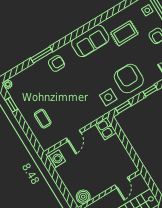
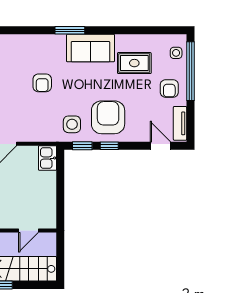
window: (42, 55) -> (70, 30), moved
armchair: (56, 63) -> (42, 83), moved, turned 90
window: (150, 91) -> (109, 146), moved

